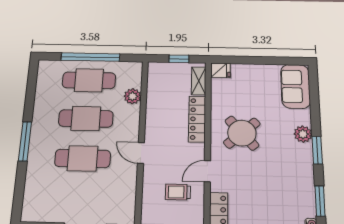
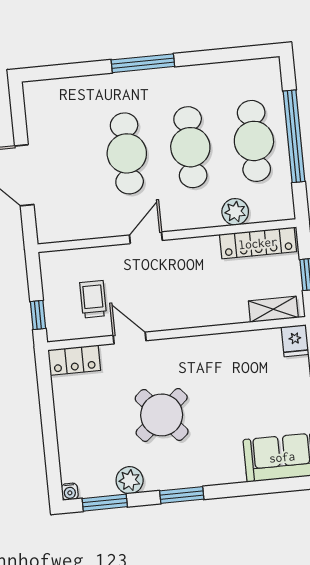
locker: (197, 119) -> (258, 243), moved, turned 180
round table: (242, 133) -> (162, 415), moved
plant: (303, 134) -> (130, 480), moved

